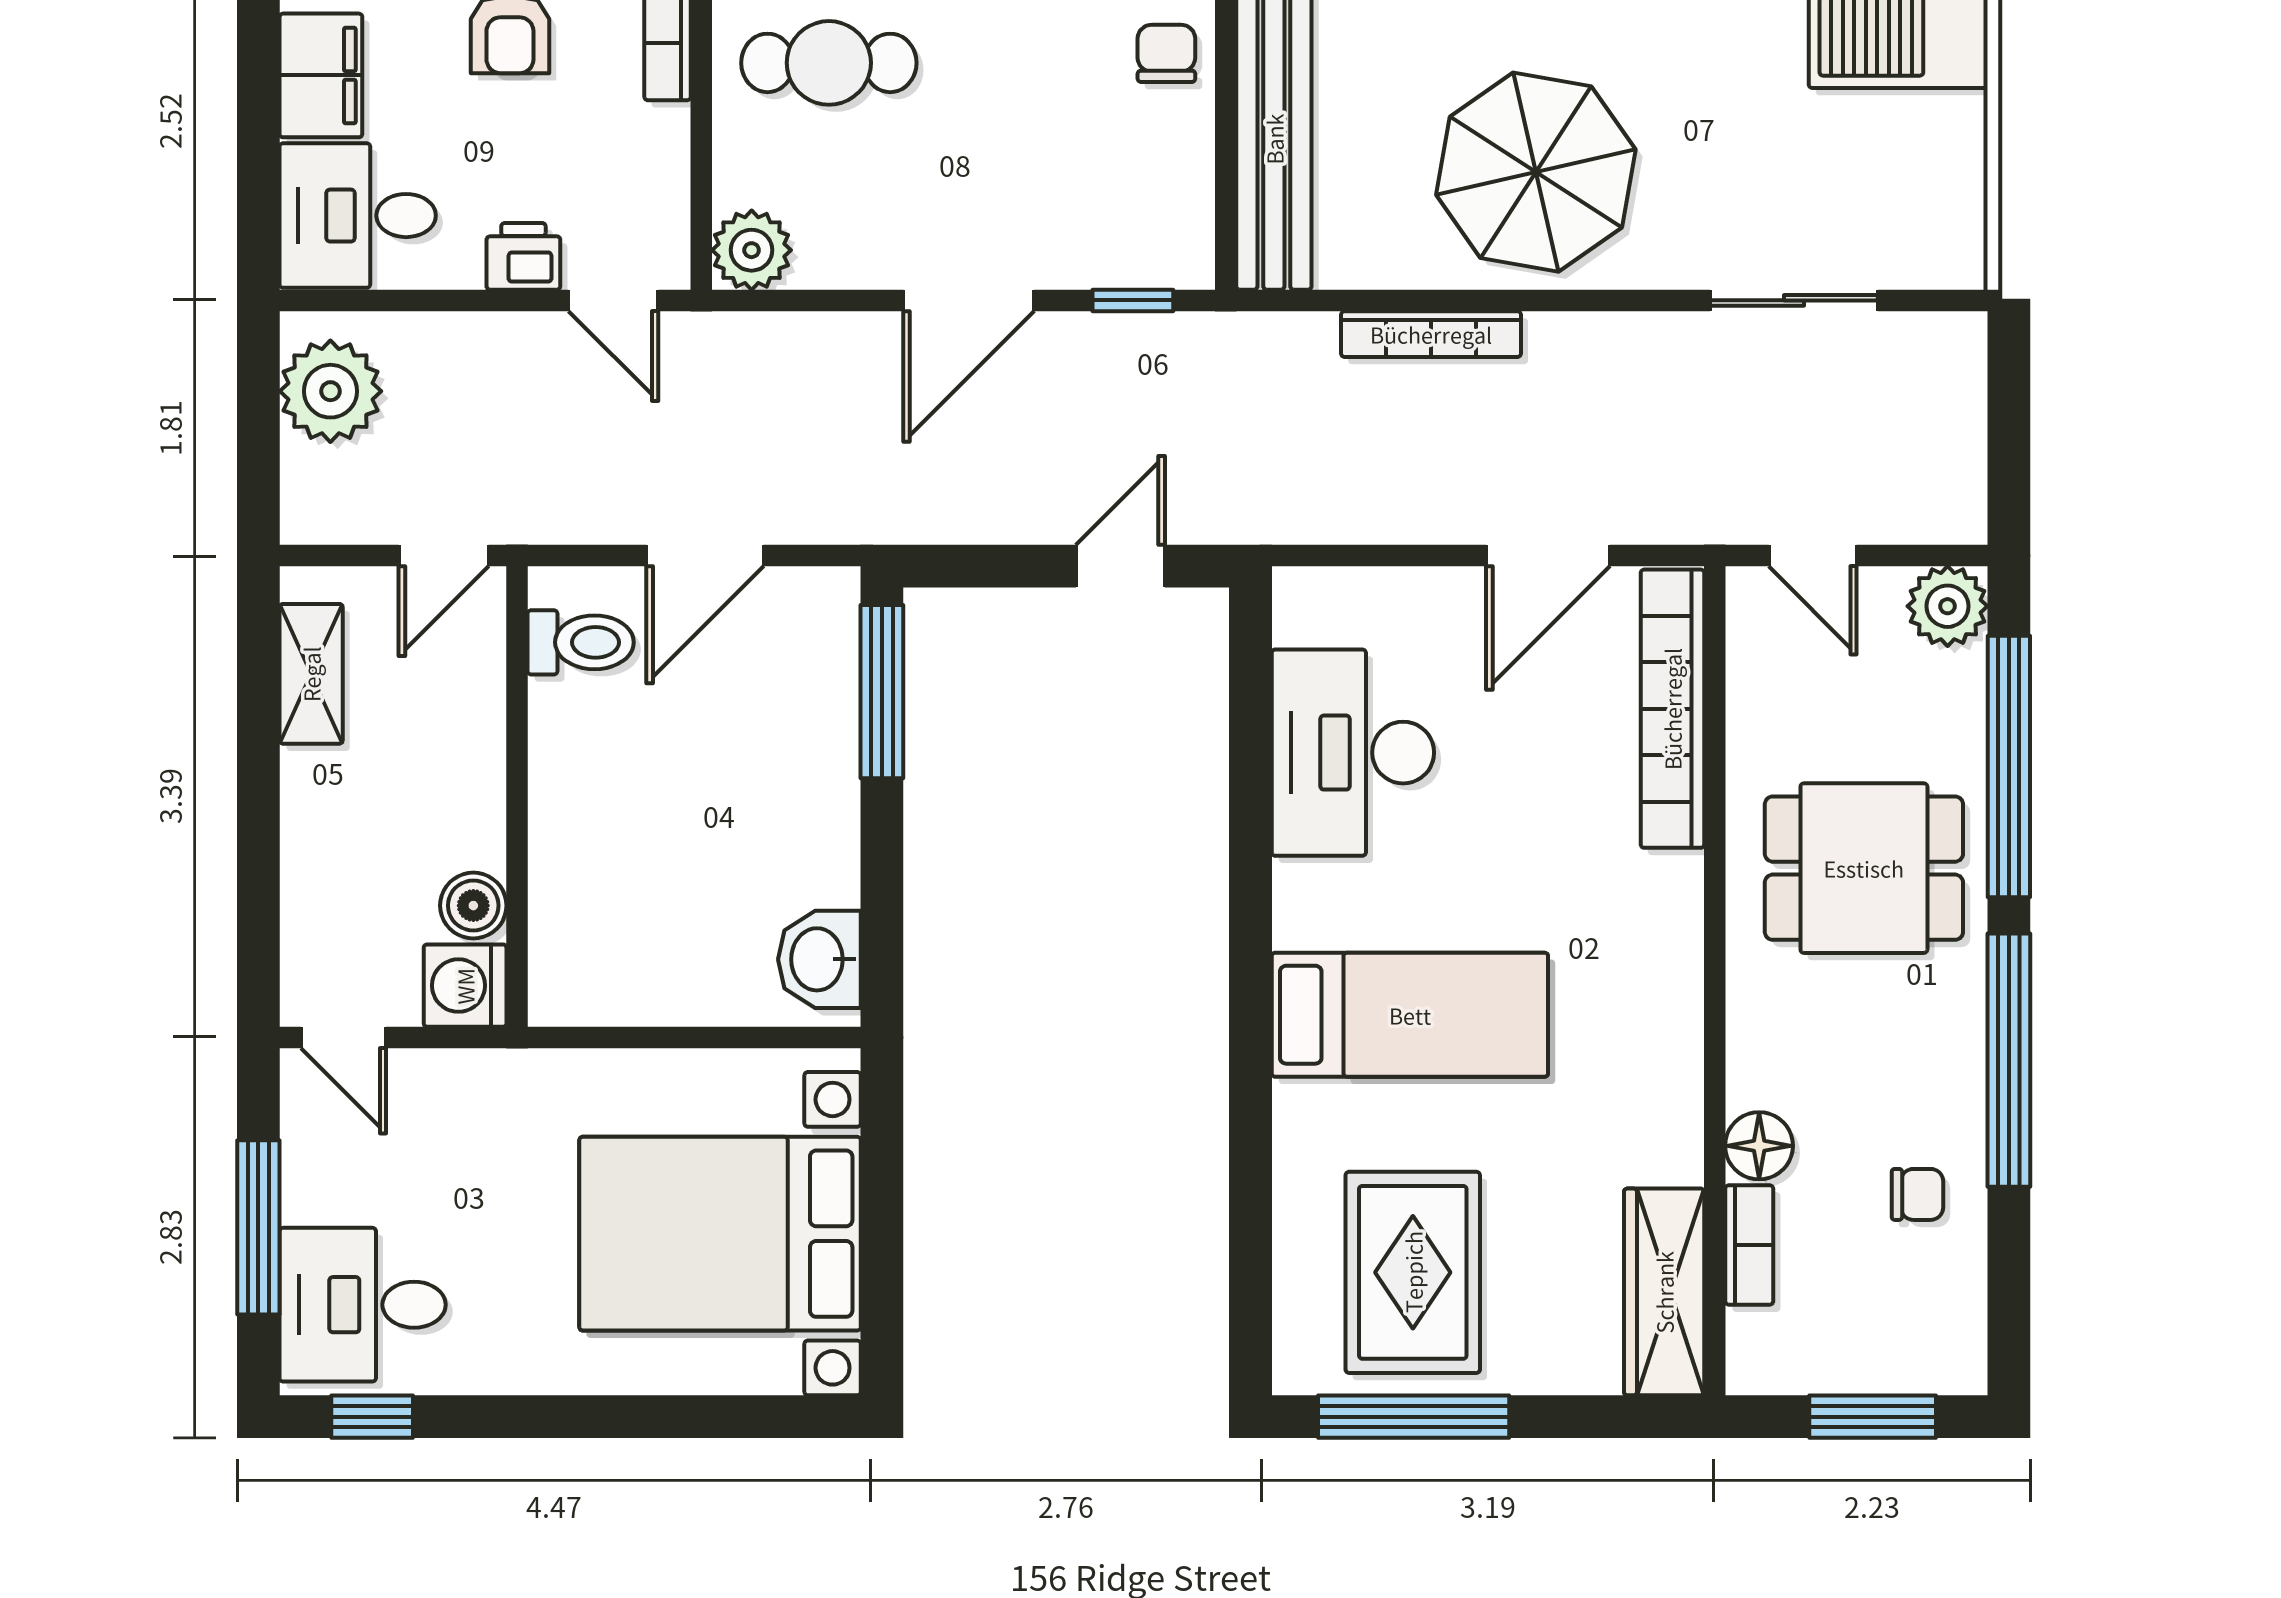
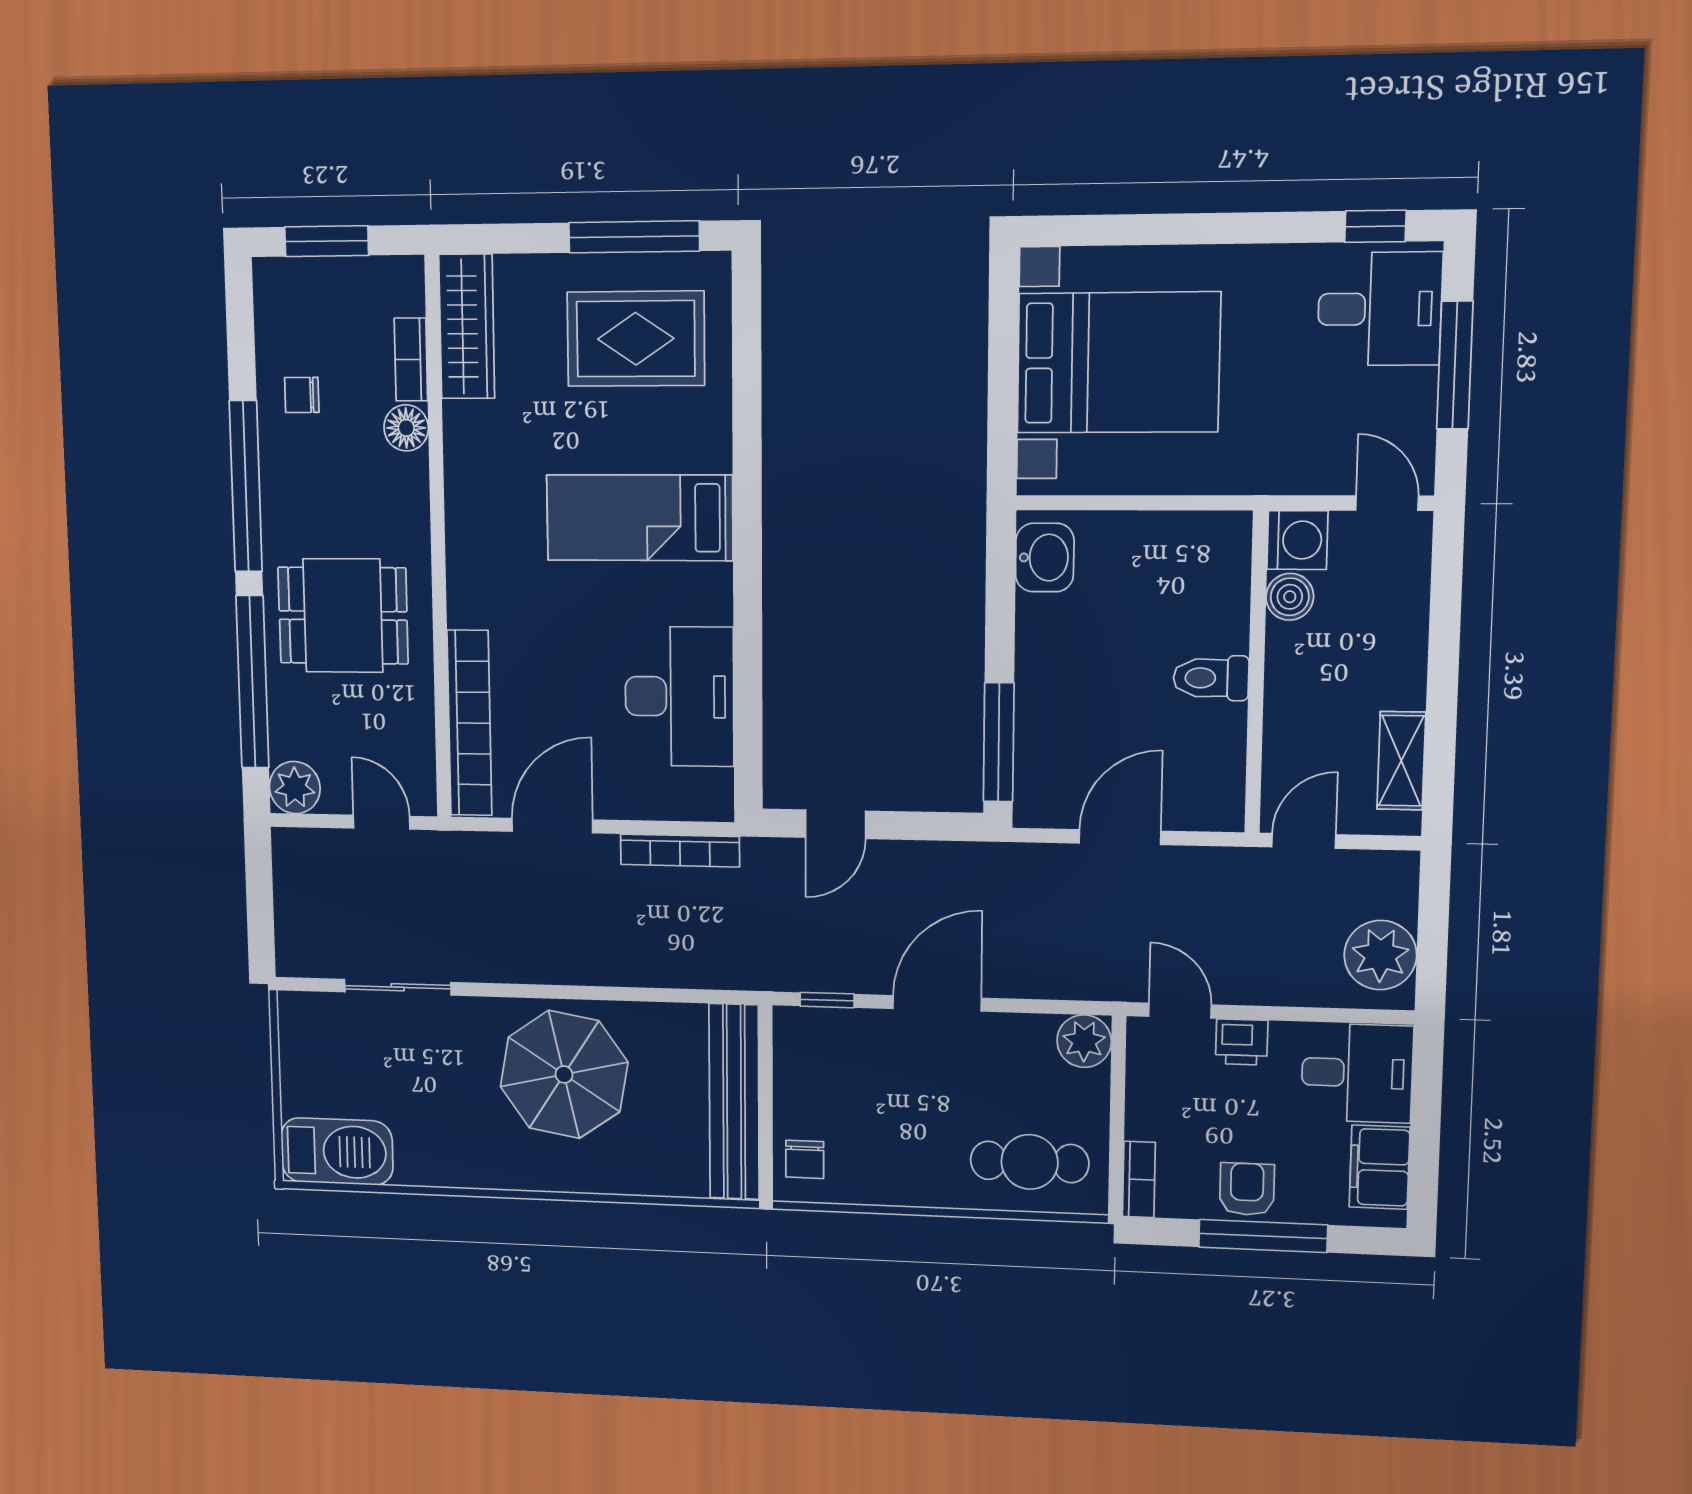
bookcase: (1431, 334) -> (680, 851), moved, turned 180
toilet: (581, 642) -> (1211, 678), moved
rug: (1413, 1272) -> (636, 339), turned 90

